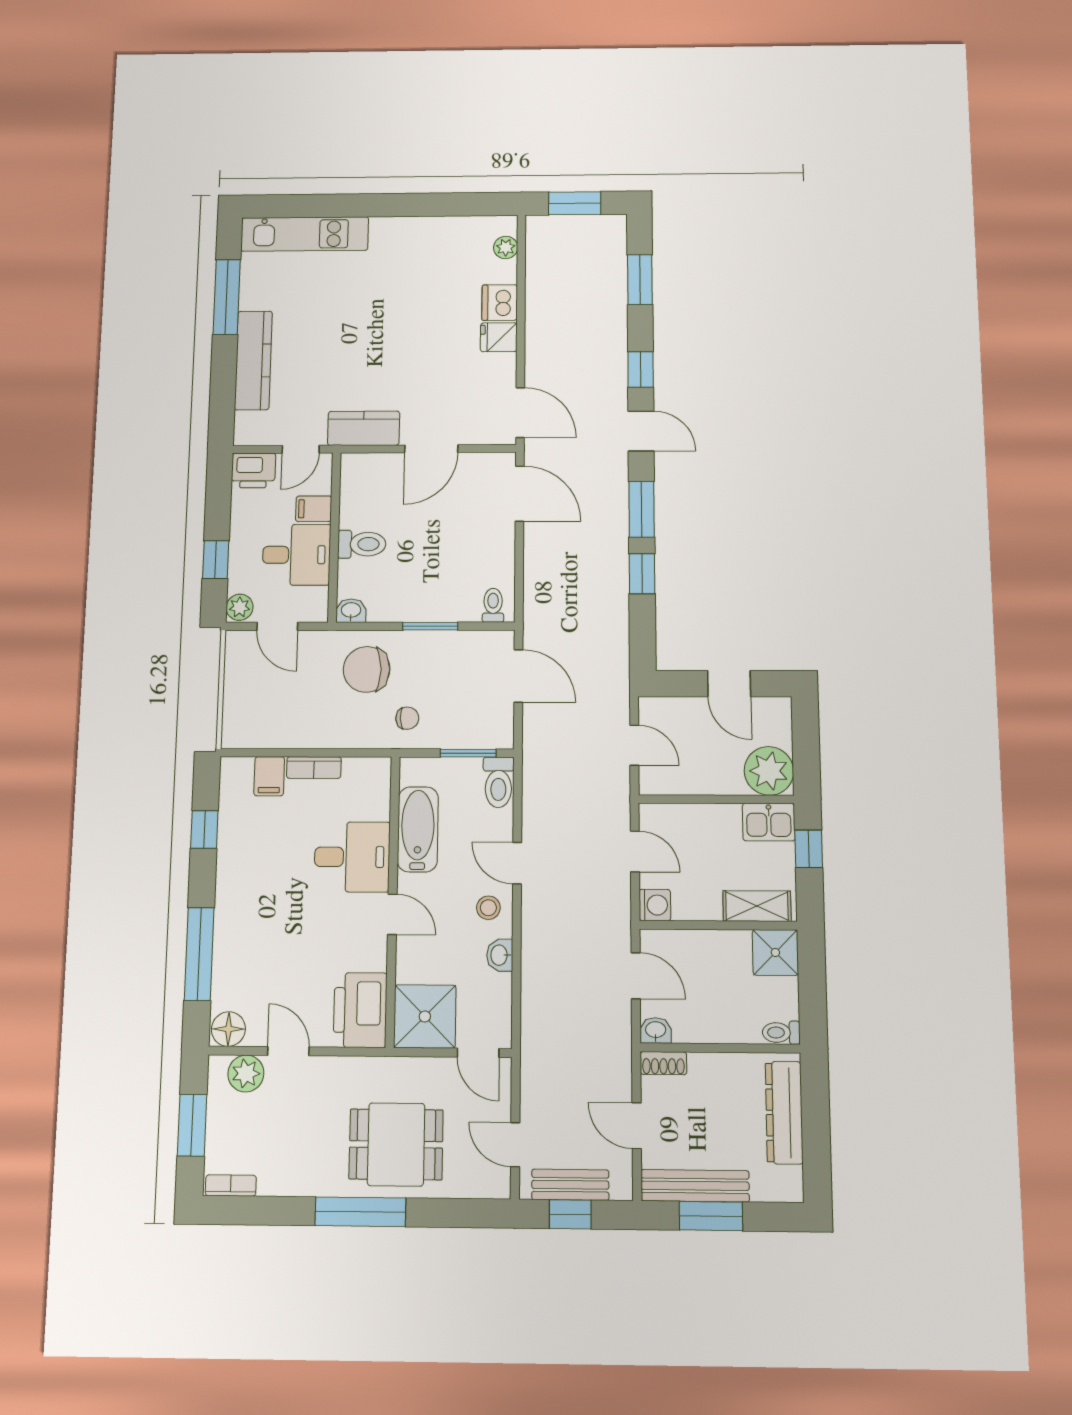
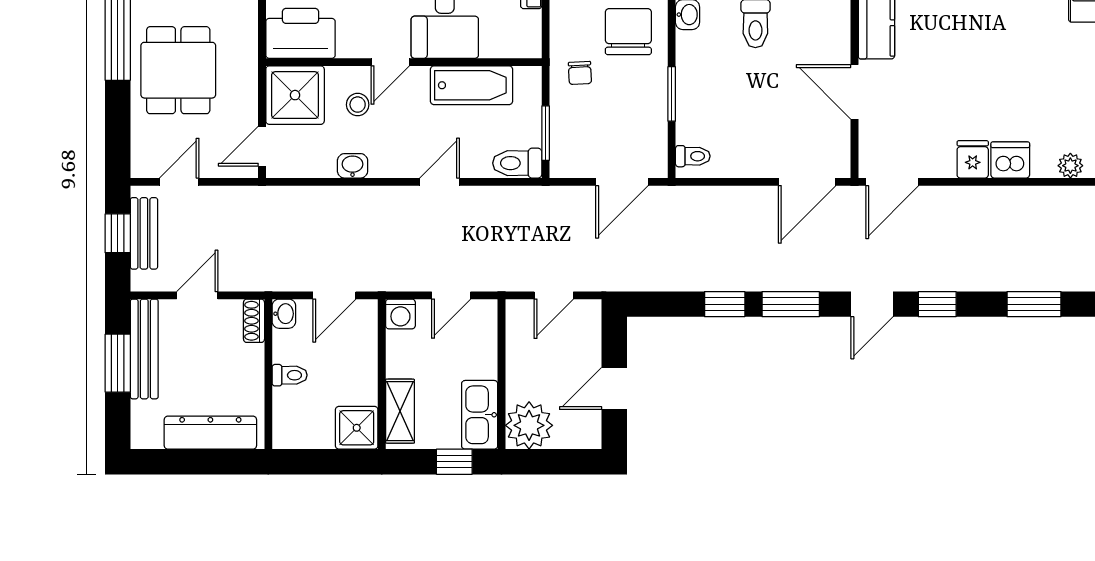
kitchen sink: (769, 822) -> (480, 415), width x1.38
stool: (488, 908) -> (358, 105), moved
toilet: (781, 1033) -> (290, 375), moved, turned 90

